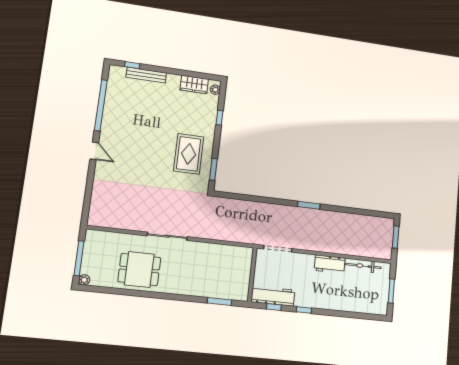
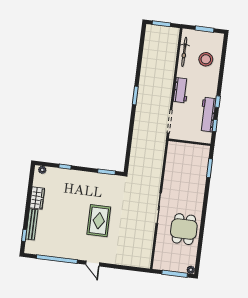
wardrobe: (194, 84) -> (37, 198), moved
door: (94, 151) -> (93, 264), swing flipped
rug: (189, 154) -> (99, 221), moved, turned 90
workbench: (330, 264) -> (181, 90), moved
stool: (355, 293) -> (206, 59), added
workbench: (273, 296) -> (208, 114), moved

